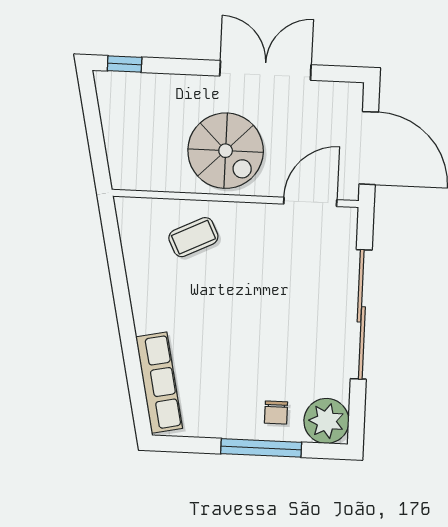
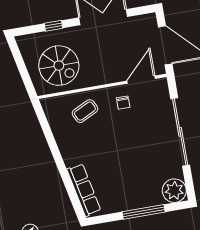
window: (125, 64) -> (54, 26), moved
spiral stairs: (226, 151) -> (59, 66), moved
chair: (276, 413) -> (123, 103), moved

